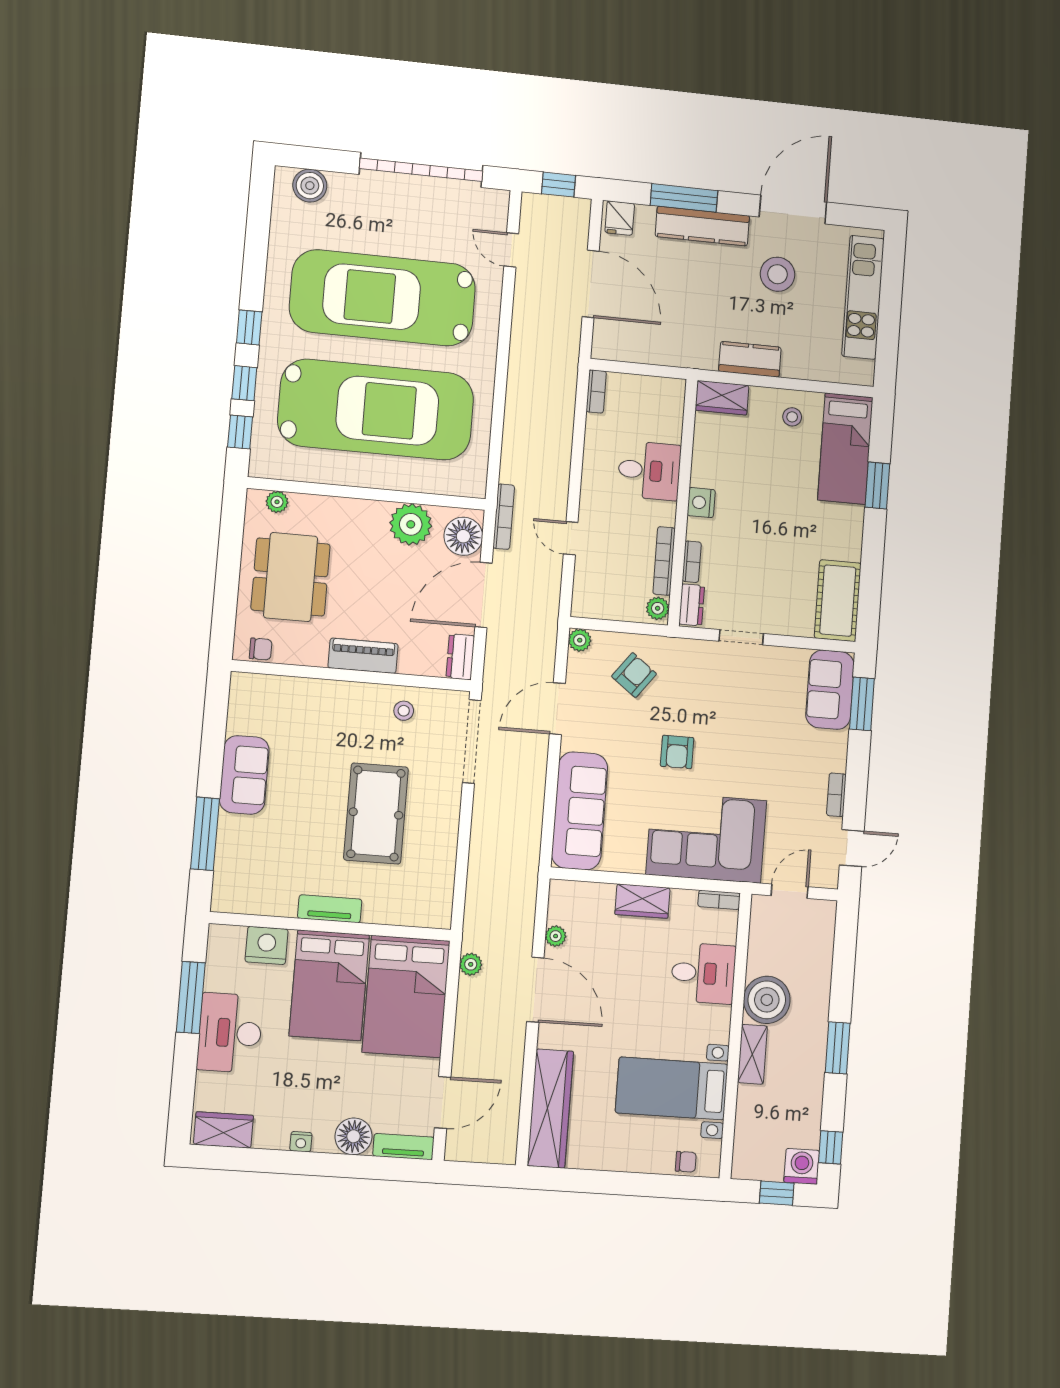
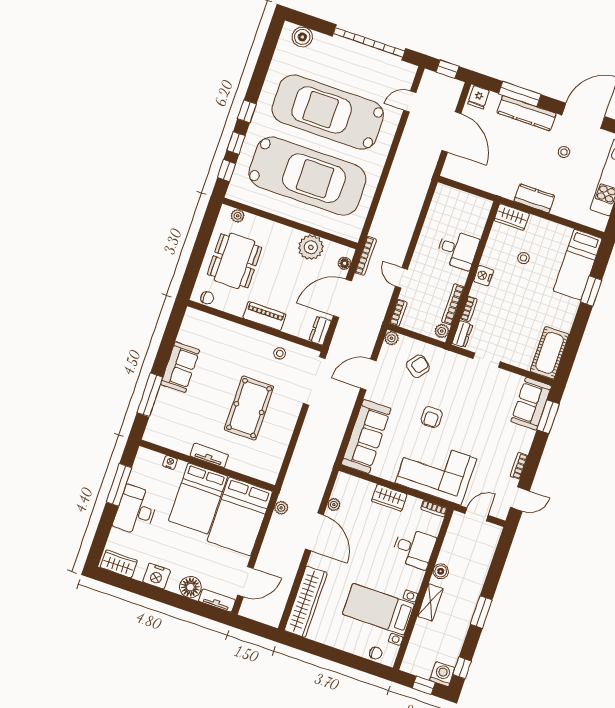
door: (511, 250) -> (410, 101), hinge flipped
stool: (777, 274) -> (564, 152), width x0.53, depth x0.53
bookcase: (596, 391) -> (398, 313), moved
stool: (792, 417) -> (524, 258), moved
floor lamp: (463, 536) -> (344, 263), width x0.53, depth x0.53
nightstand: (267, 945) -> (170, 462), width x0.53, depth x0.56
boiler: (767, 1000) -> (441, 571), width x0.54, depth x0.54
nightstand: (301, 1142) -> (157, 576), width x1.89, depth x1.79

